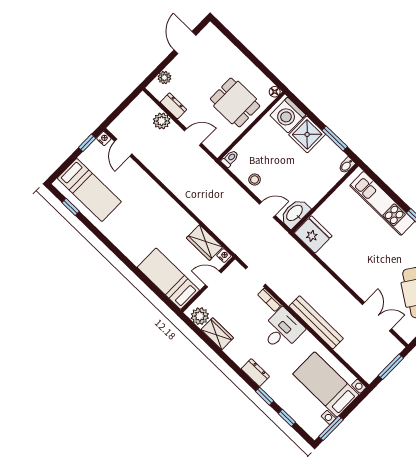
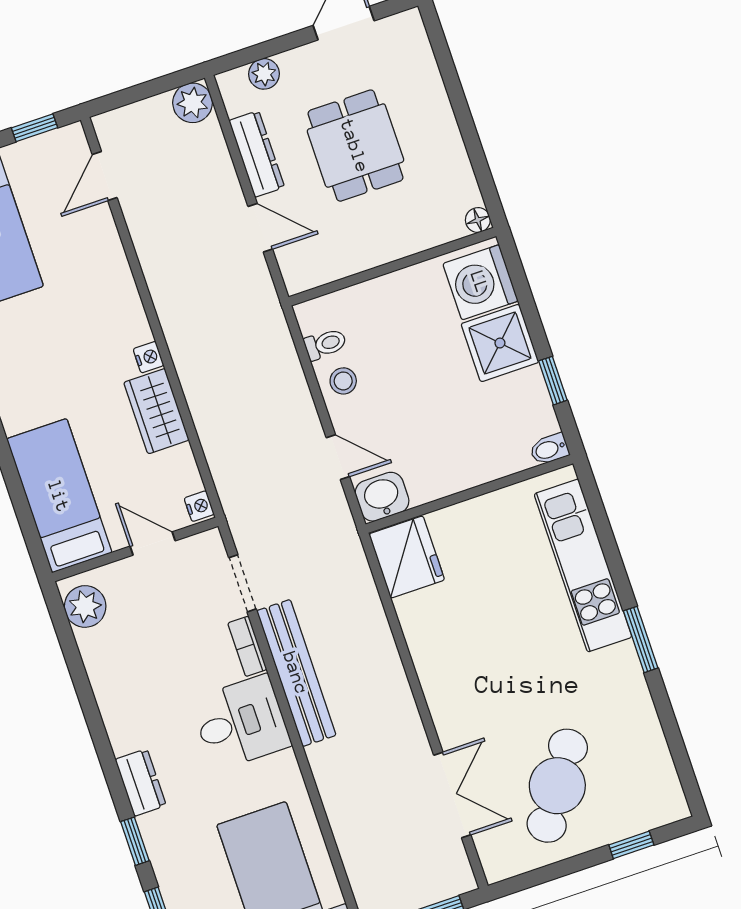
dining table: (235, 102) -> (355, 146), moved
dresser: (173, 106) -> (257, 154), width x1.44
plant: (162, 121) -> (193, 103), moved
nightstand: (104, 138) -> (148, 357), moved
window: (335, 138) -> (553, 381), width x0.67
toilet: (230, 159) -> (325, 344), moved
washbasin: (295, 213) -> (382, 497), width x0.72
wardrobe: (204, 243) -> (156, 411), moved
bench: (316, 322) -> (296, 673), moved
wardrobe: (217, 334) -> (103, 662), removed

